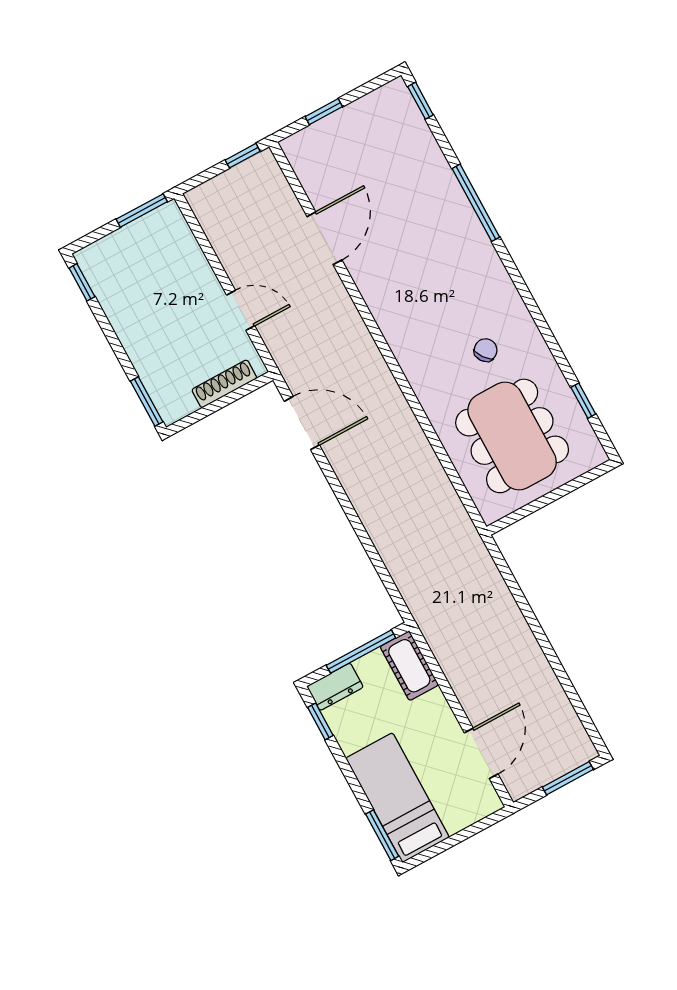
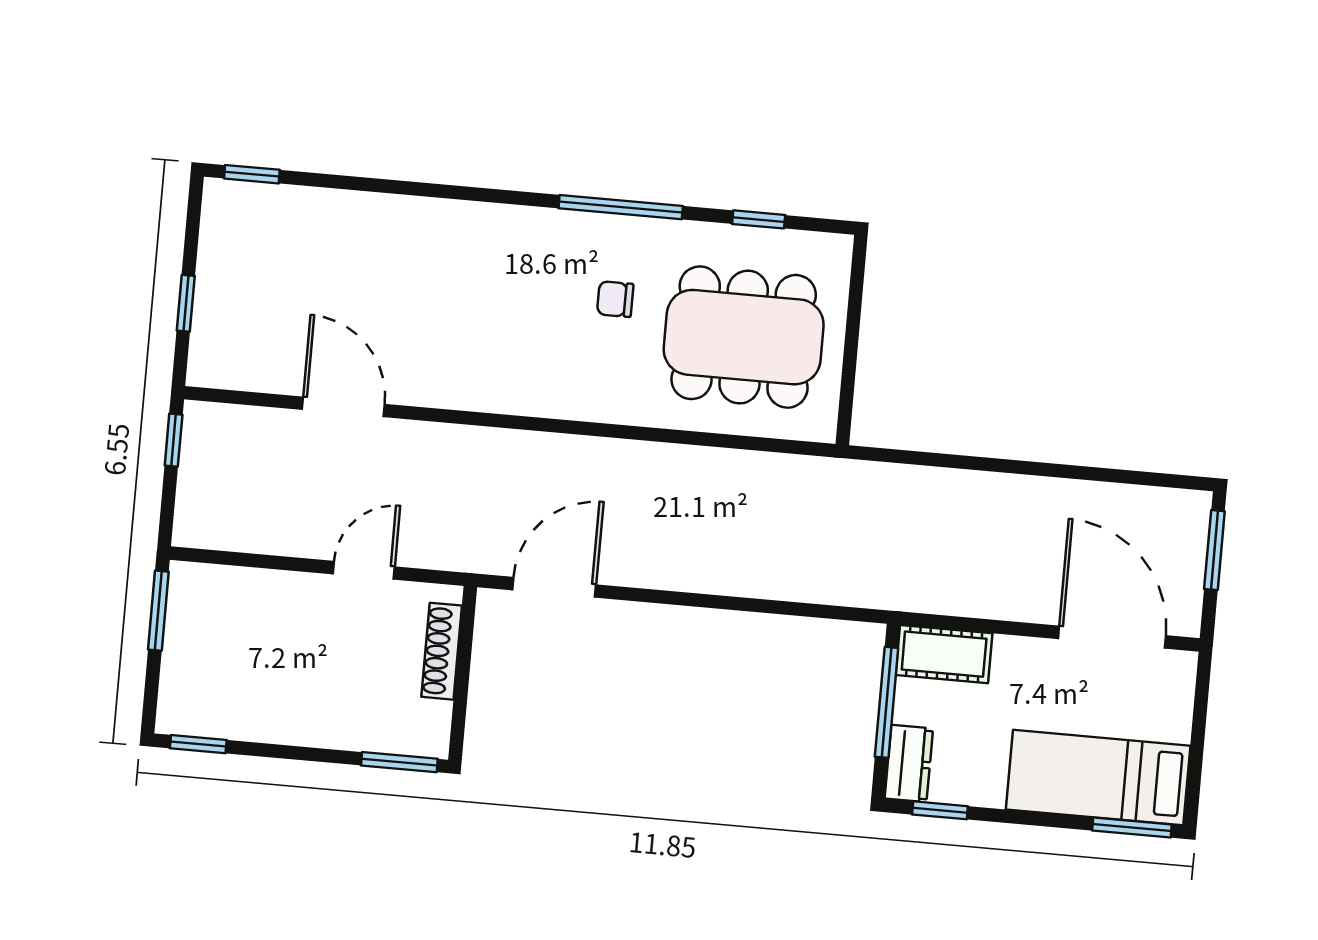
window: (476, 203) -> (621, 207), moved
chair: (486, 350) -> (615, 299), turned -54
door: (481, 753) -> (1112, 637), width x1.36

